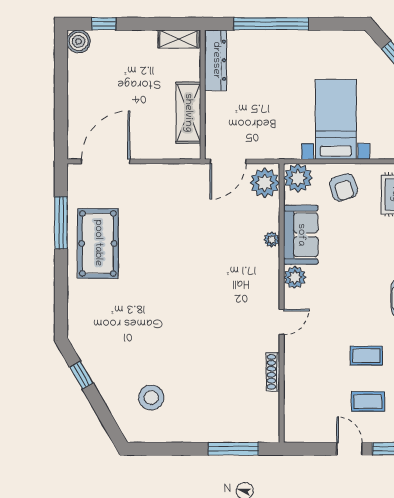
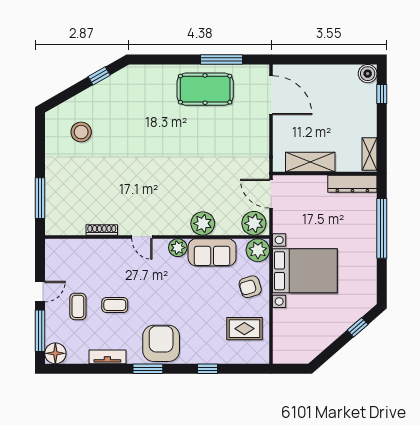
bed with nightstands: (336, 119) -> (305, 271), width x1.36
plant: (272, 239) -> (203, 223), width x1.88, depth x1.88
coffee table: (366, 356) -> (115, 305), turned 90

